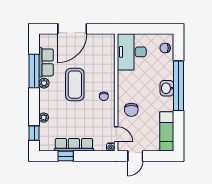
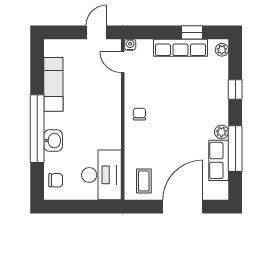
coffee table: (75, 85) -> (144, 181), moved, width x0.54, depth x0.58
washbasin: (167, 88) -> (53, 141), moved
chair: (131, 110) -> (102, 96), removed
plant: (44, 118) -> (222, 50), moved
exam couch: (167, 131) -> (53, 84), moved
window: (34, 133) -> (235, 89), moved

